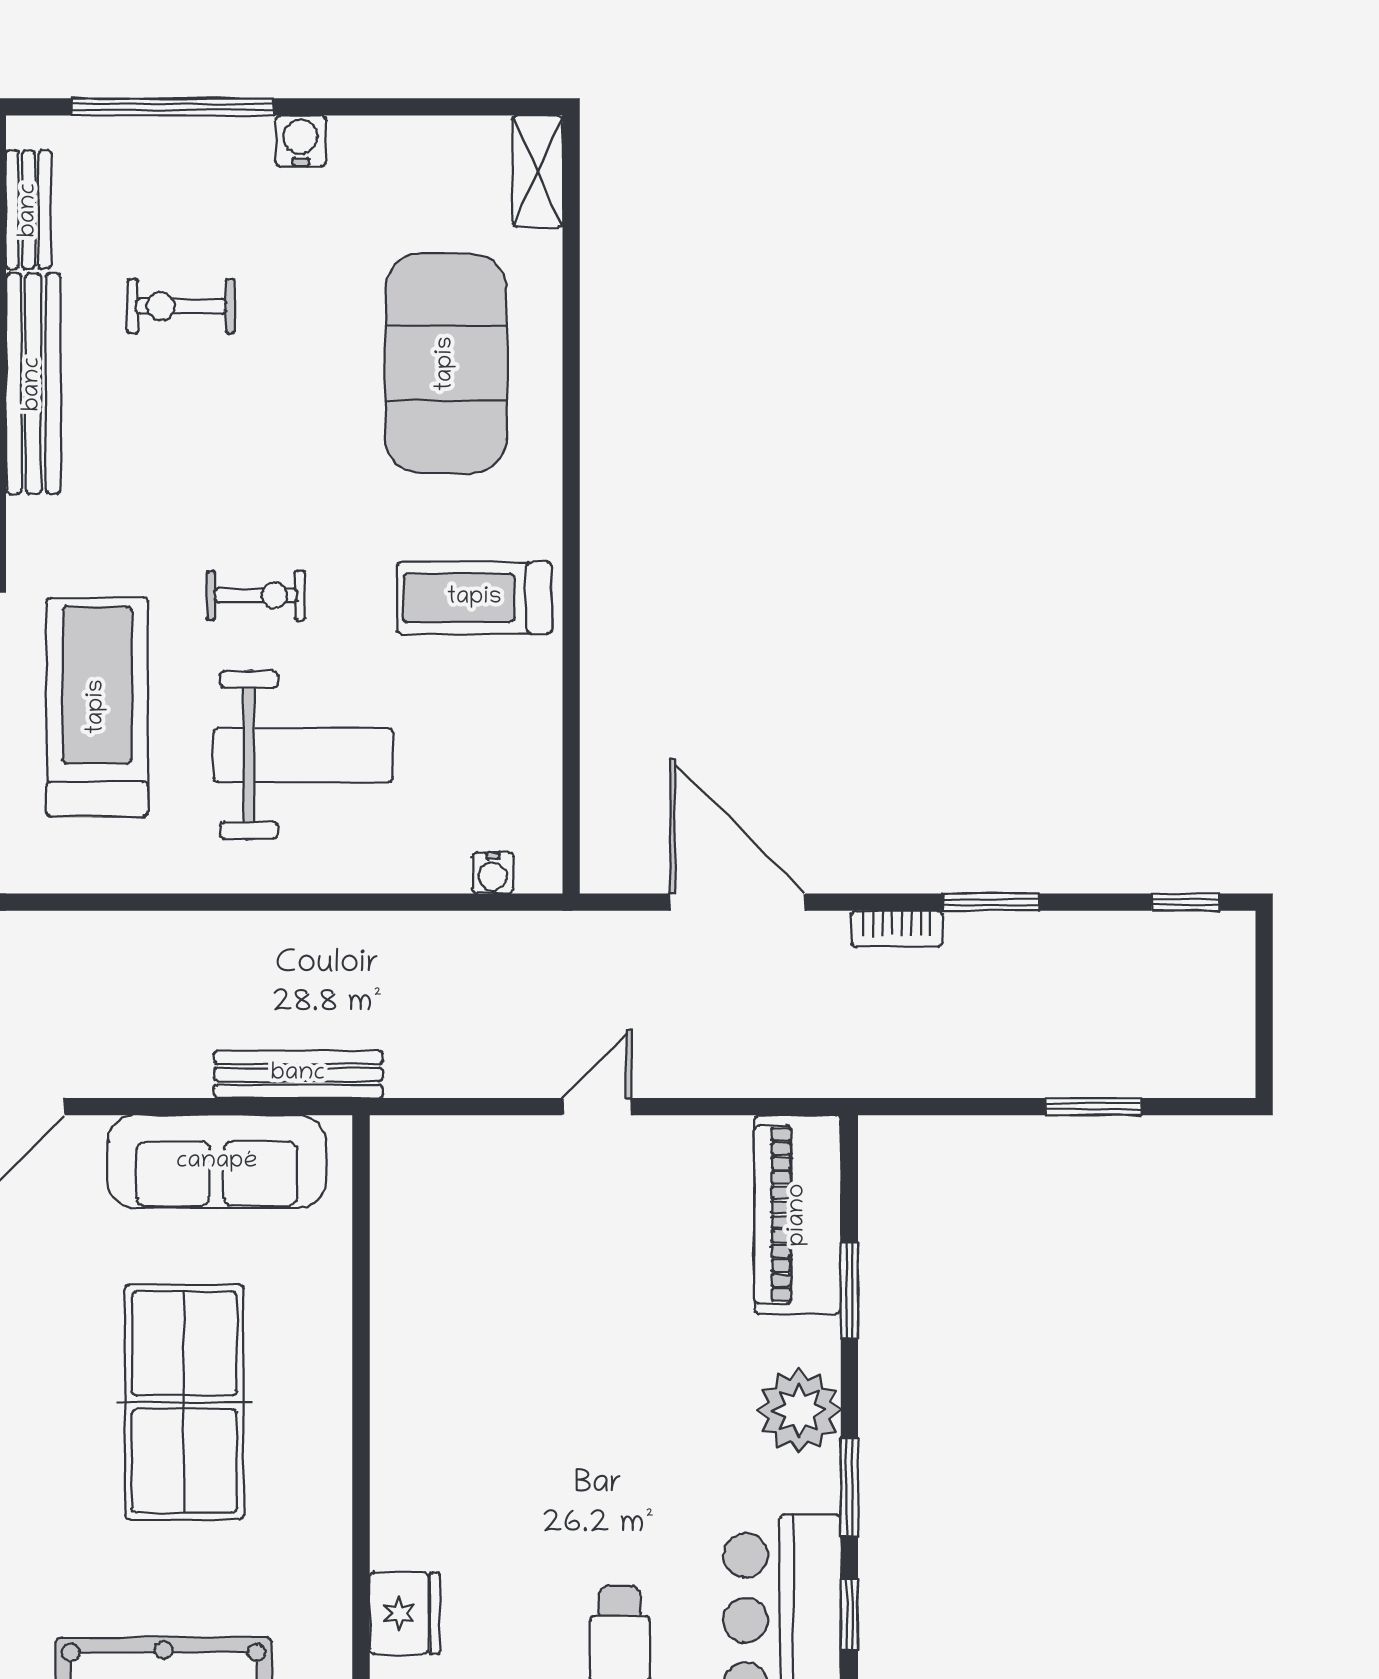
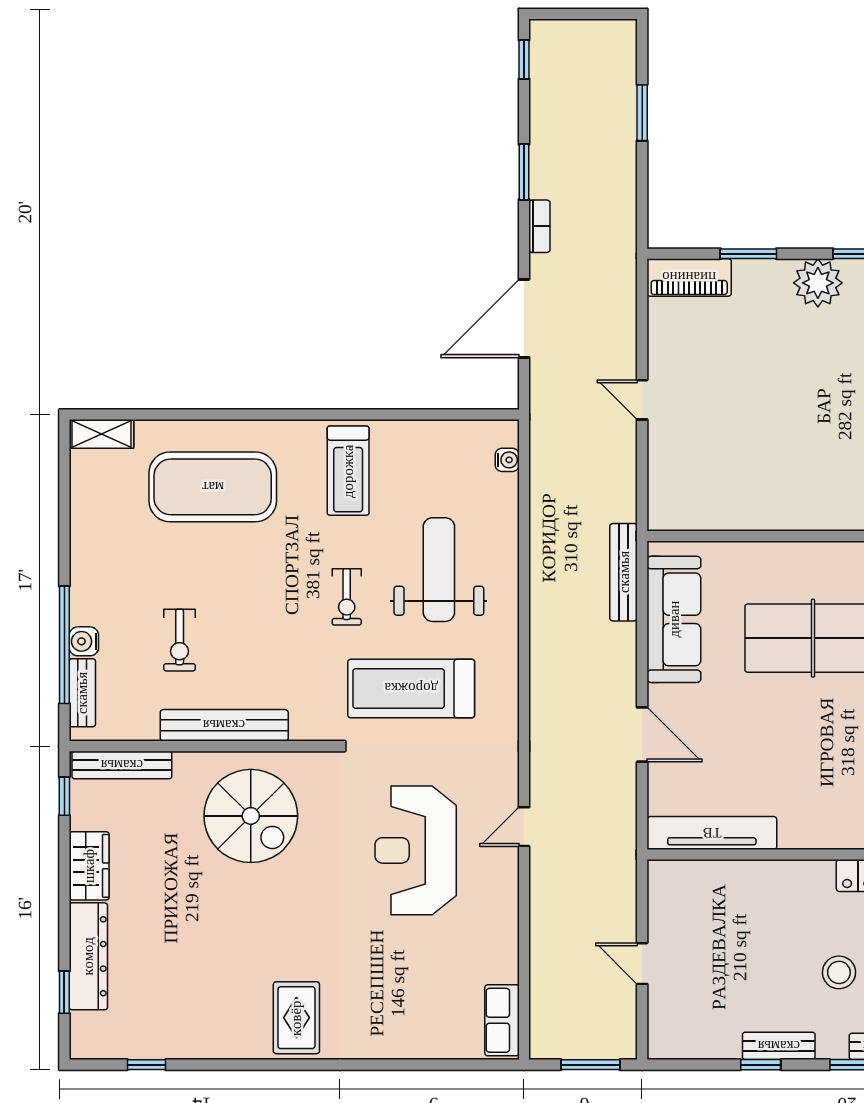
water cooler: (301, 141) -> (84, 641), moved
bench: (29, 210) -> (82, 693), moved, turned 90
exercise bike: (256, 595) -> (347, 597), turned 180
piano: (798, 1215) -> (689, 277), width x0.73, depth x0.75

